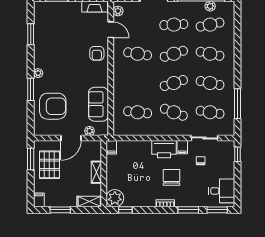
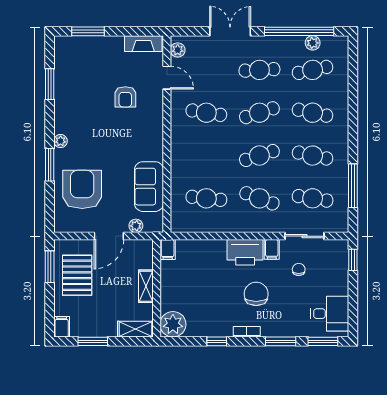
armchair: (97, 53) -> (125, 97), moved
armchair: (53, 106) -> (82, 189), turned -90
window: (125, 210) -> (217, 341), moved

